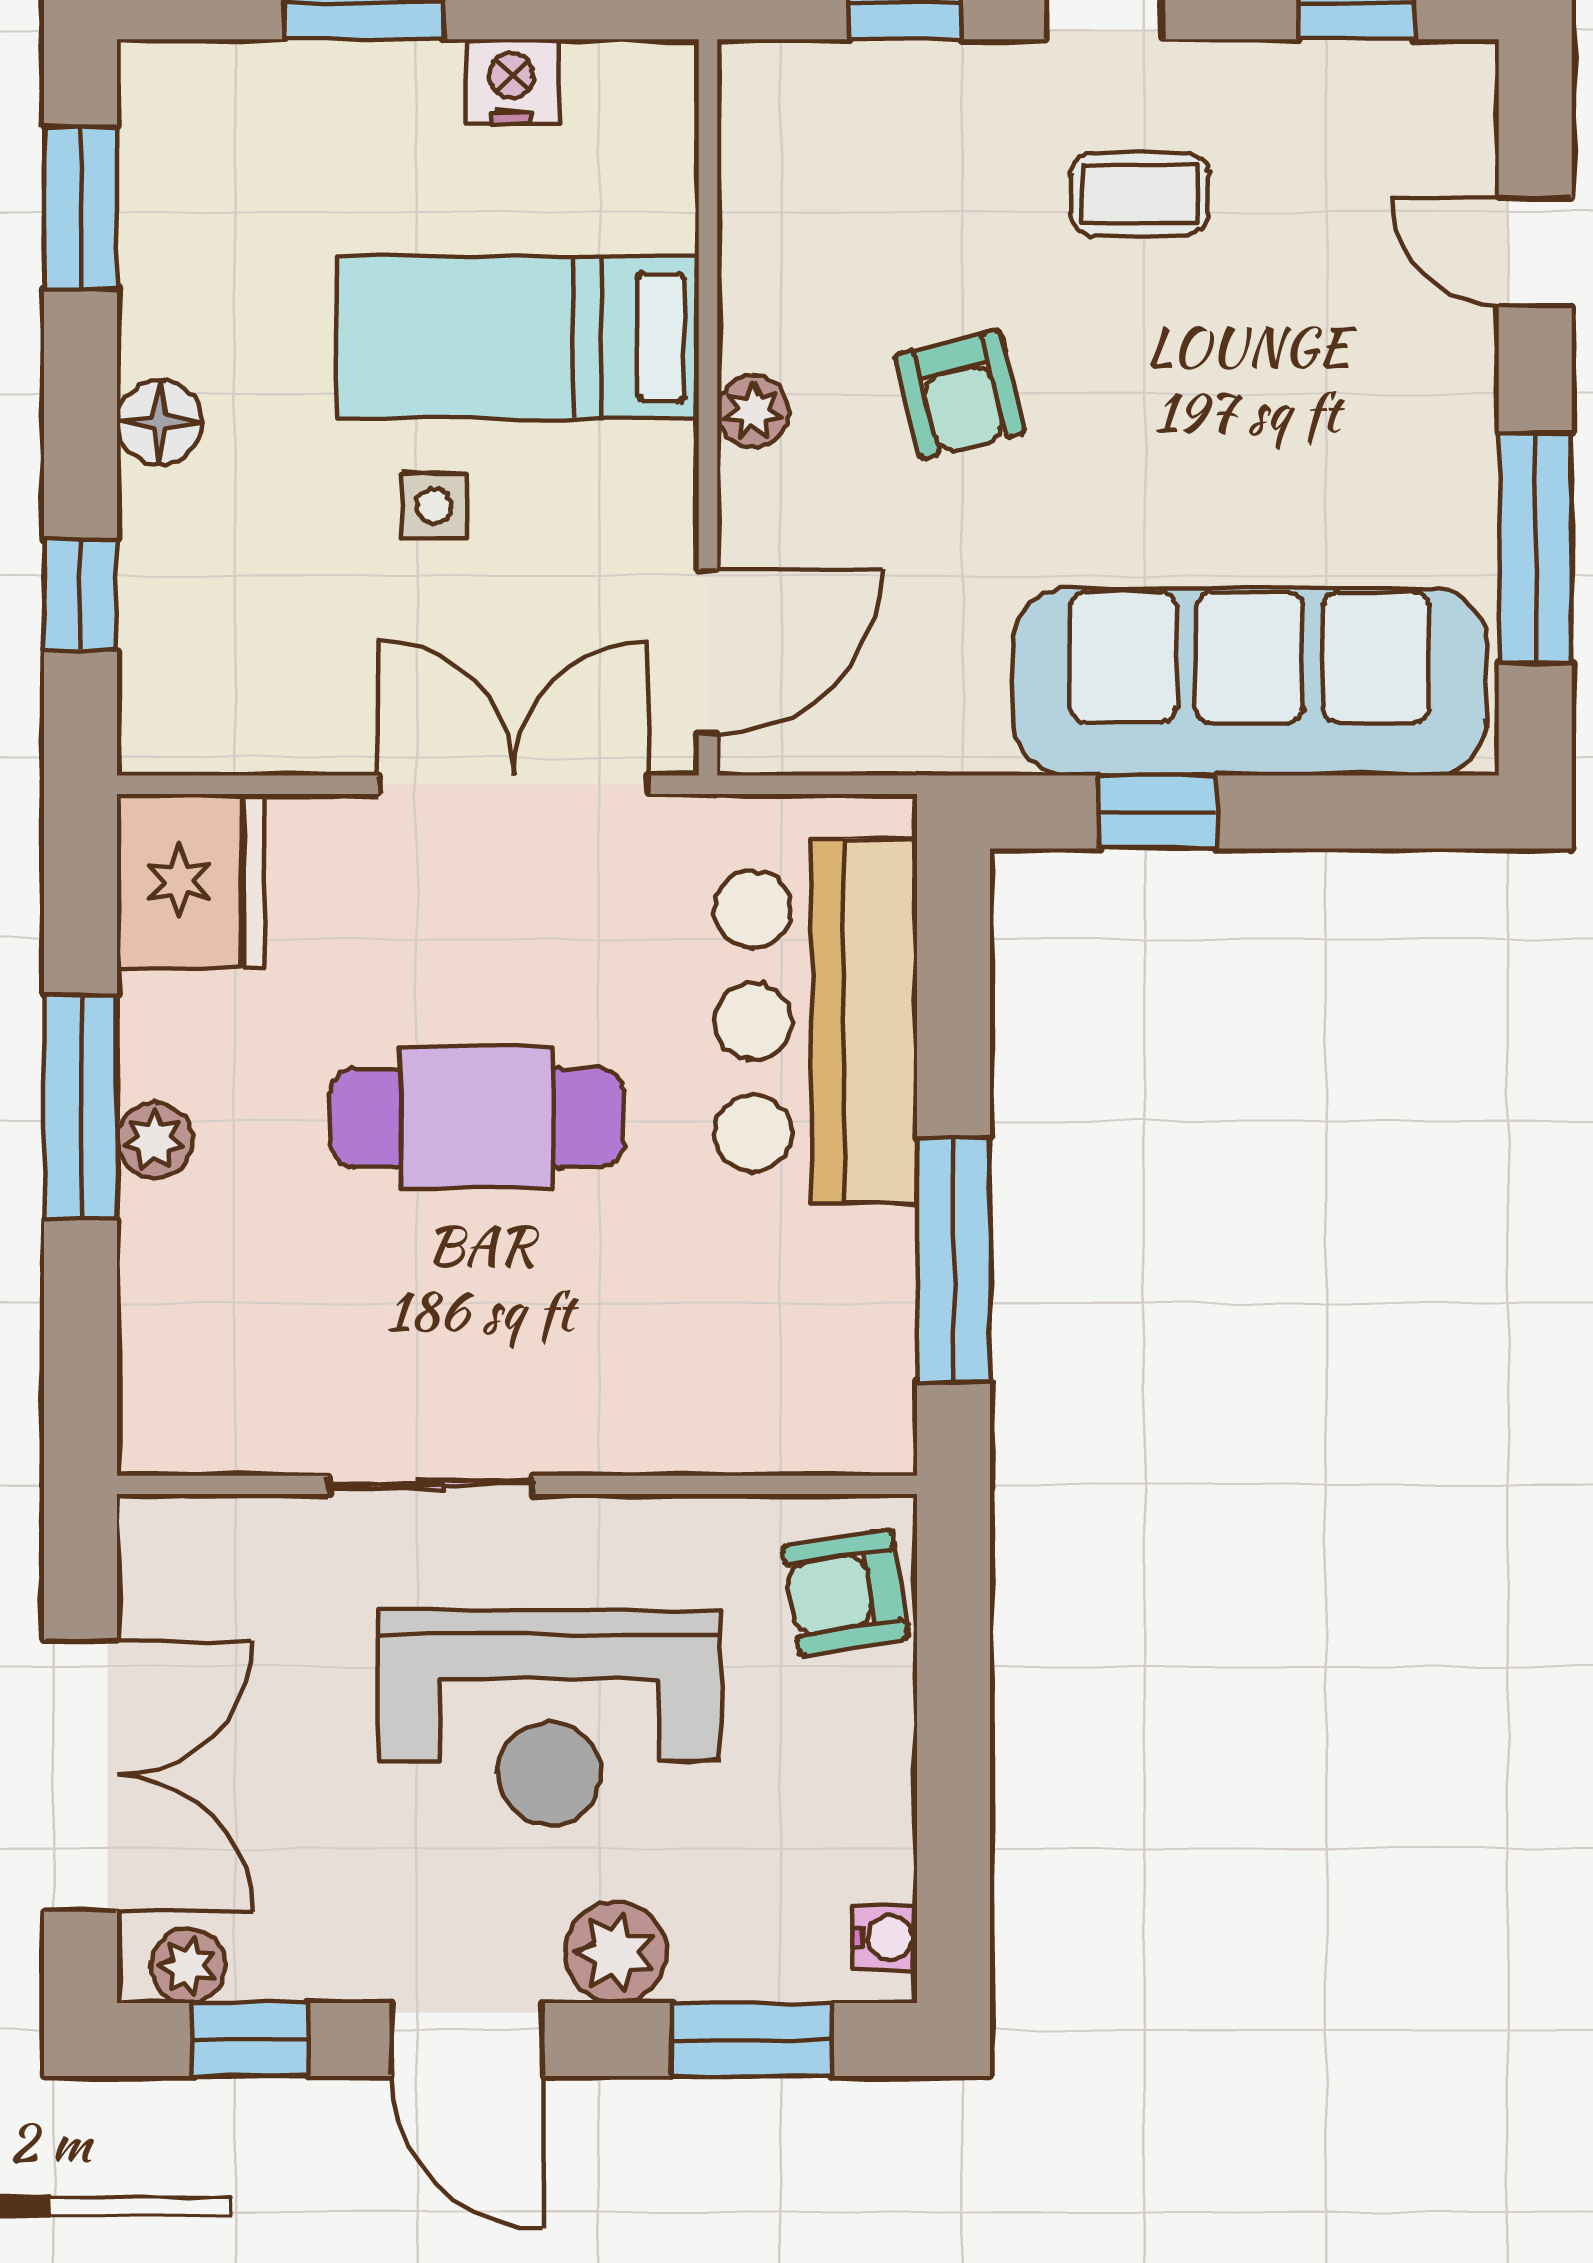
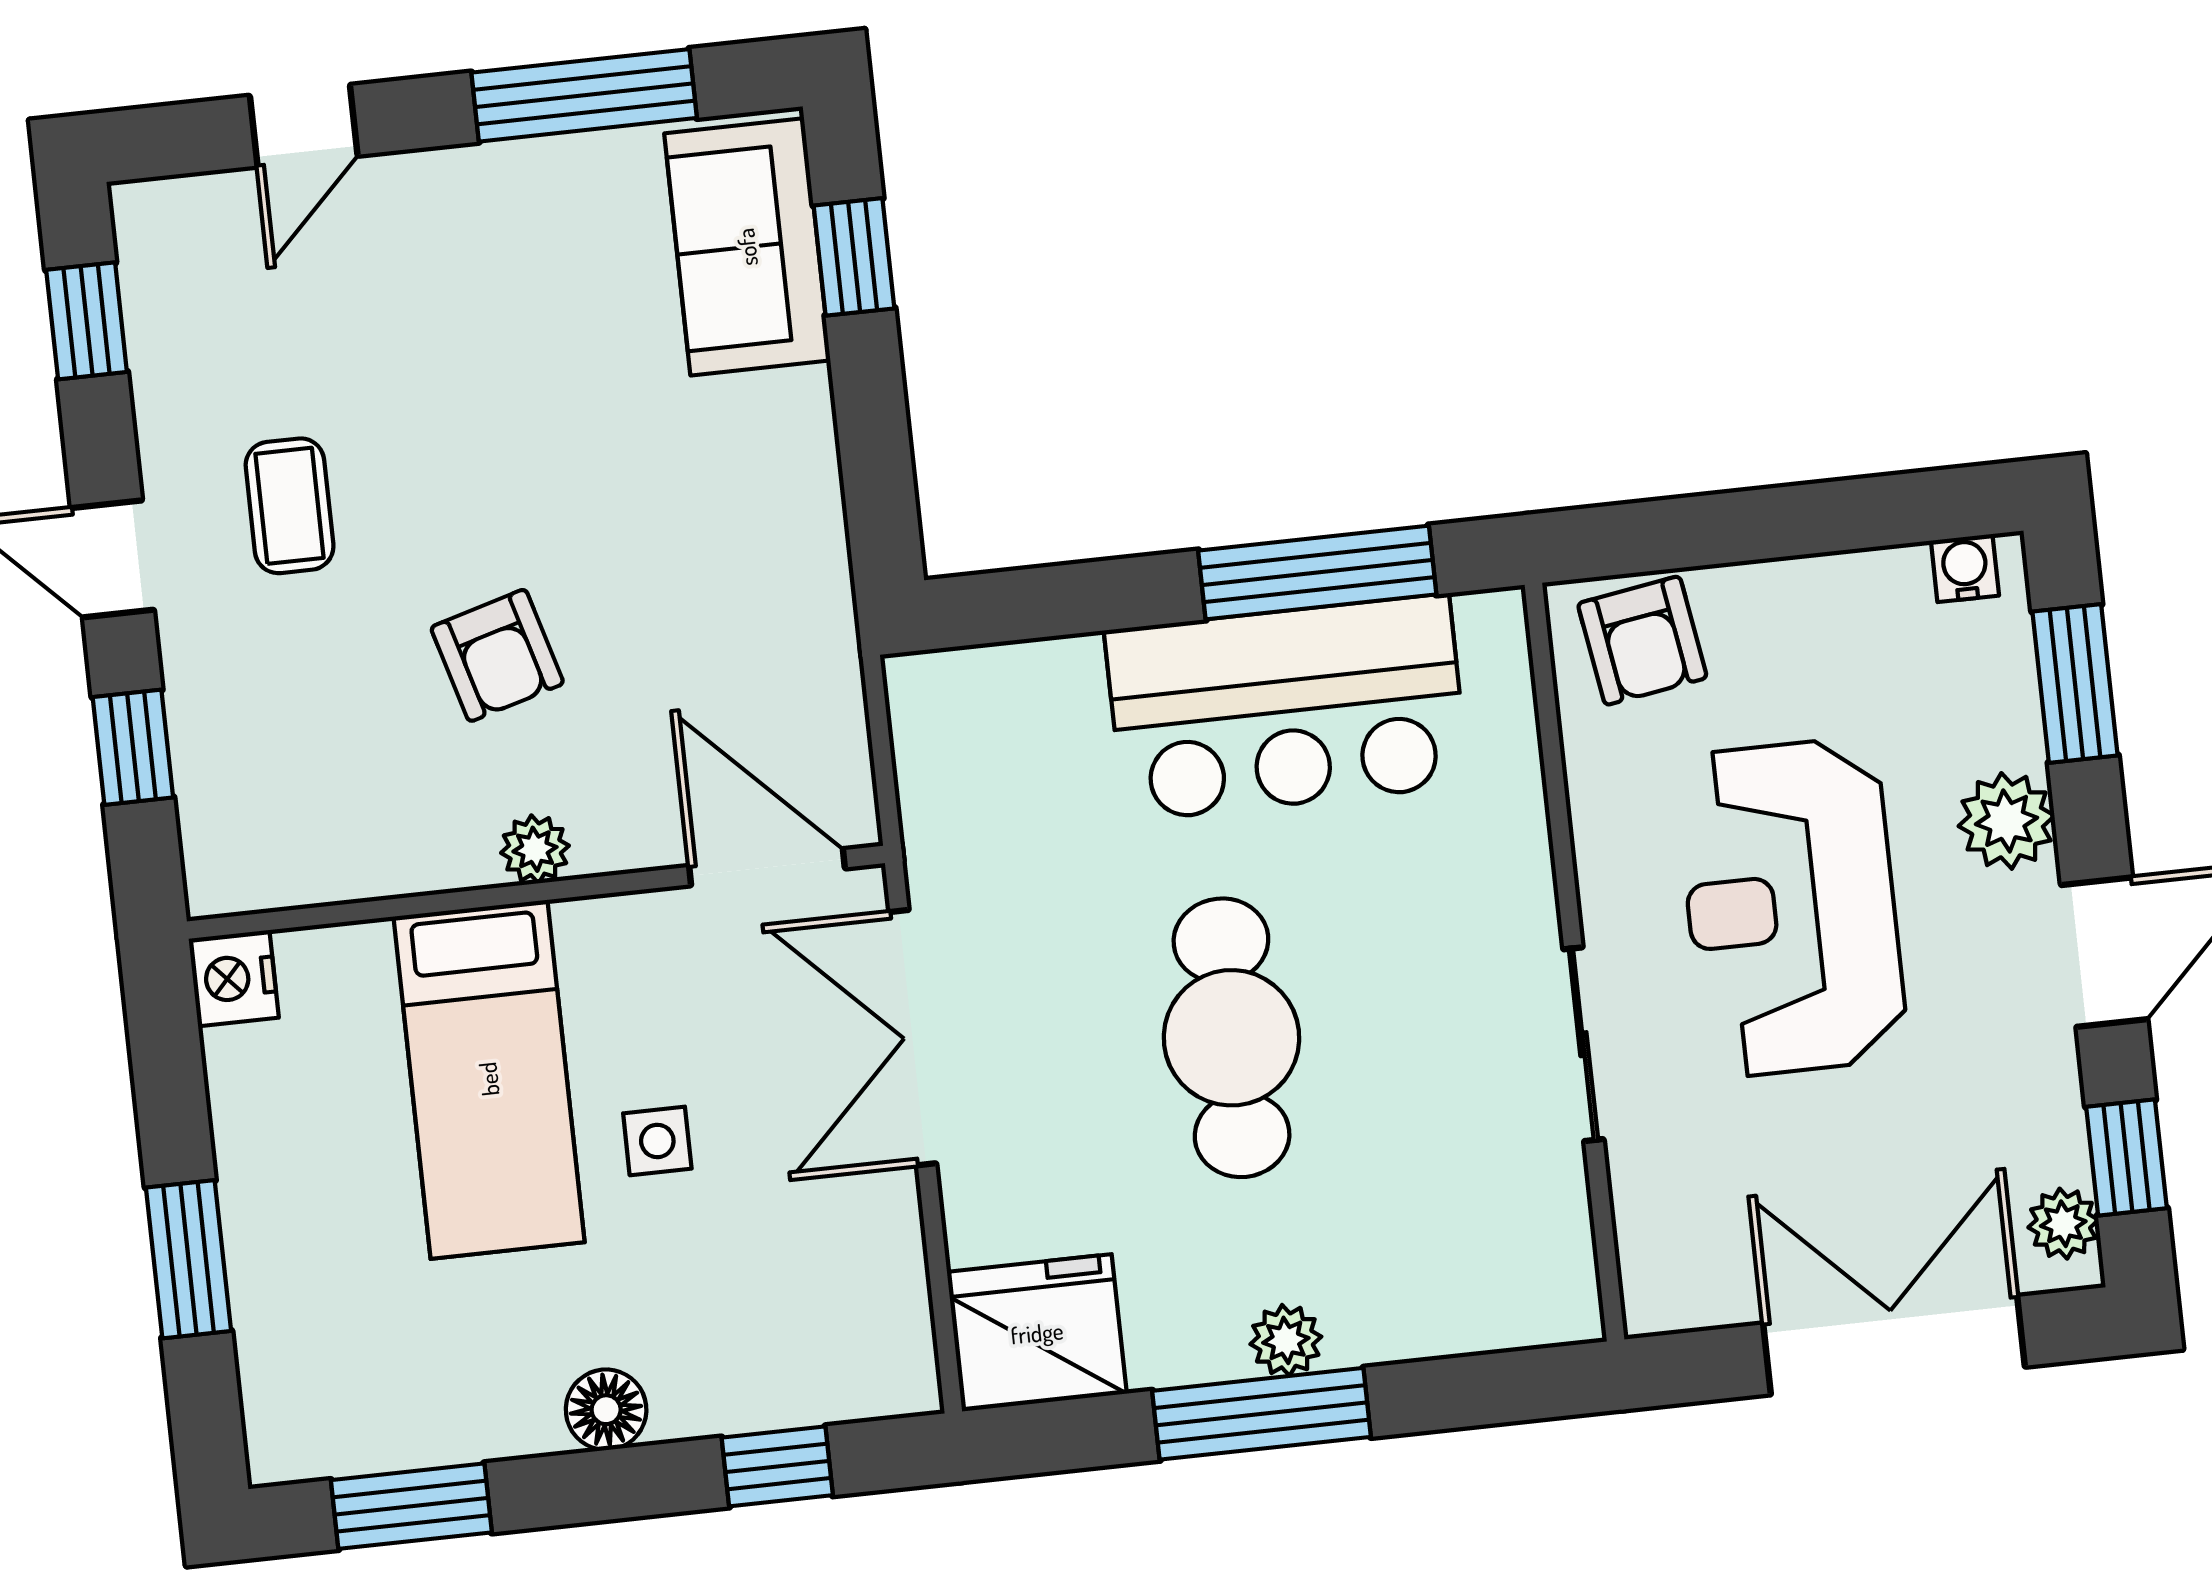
nightstand: (512, 82) -> (234, 978), moved
armchair: (960, 394) -> (497, 655), turned 88
sofa: (1250, 682) -> (747, 247), width x0.54, depth x0.79
window: (1158, 812) -> (854, 257), moved
bar counter: (816, 1021) -> (1287, 708), moved
reception desk: (550, 1717) -> (1791, 908), turned 180

